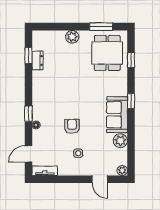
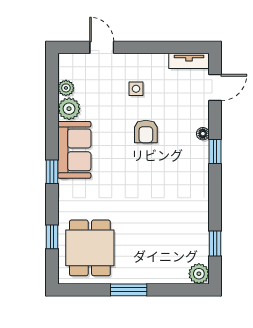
window: (101, 27) -> (129, 290), moved
plant: (72, 37) -> (199, 274), moved
dresser: (37, 61) -> (201, 236), removed
plant: (122, 171) -> (66, 88), moved

